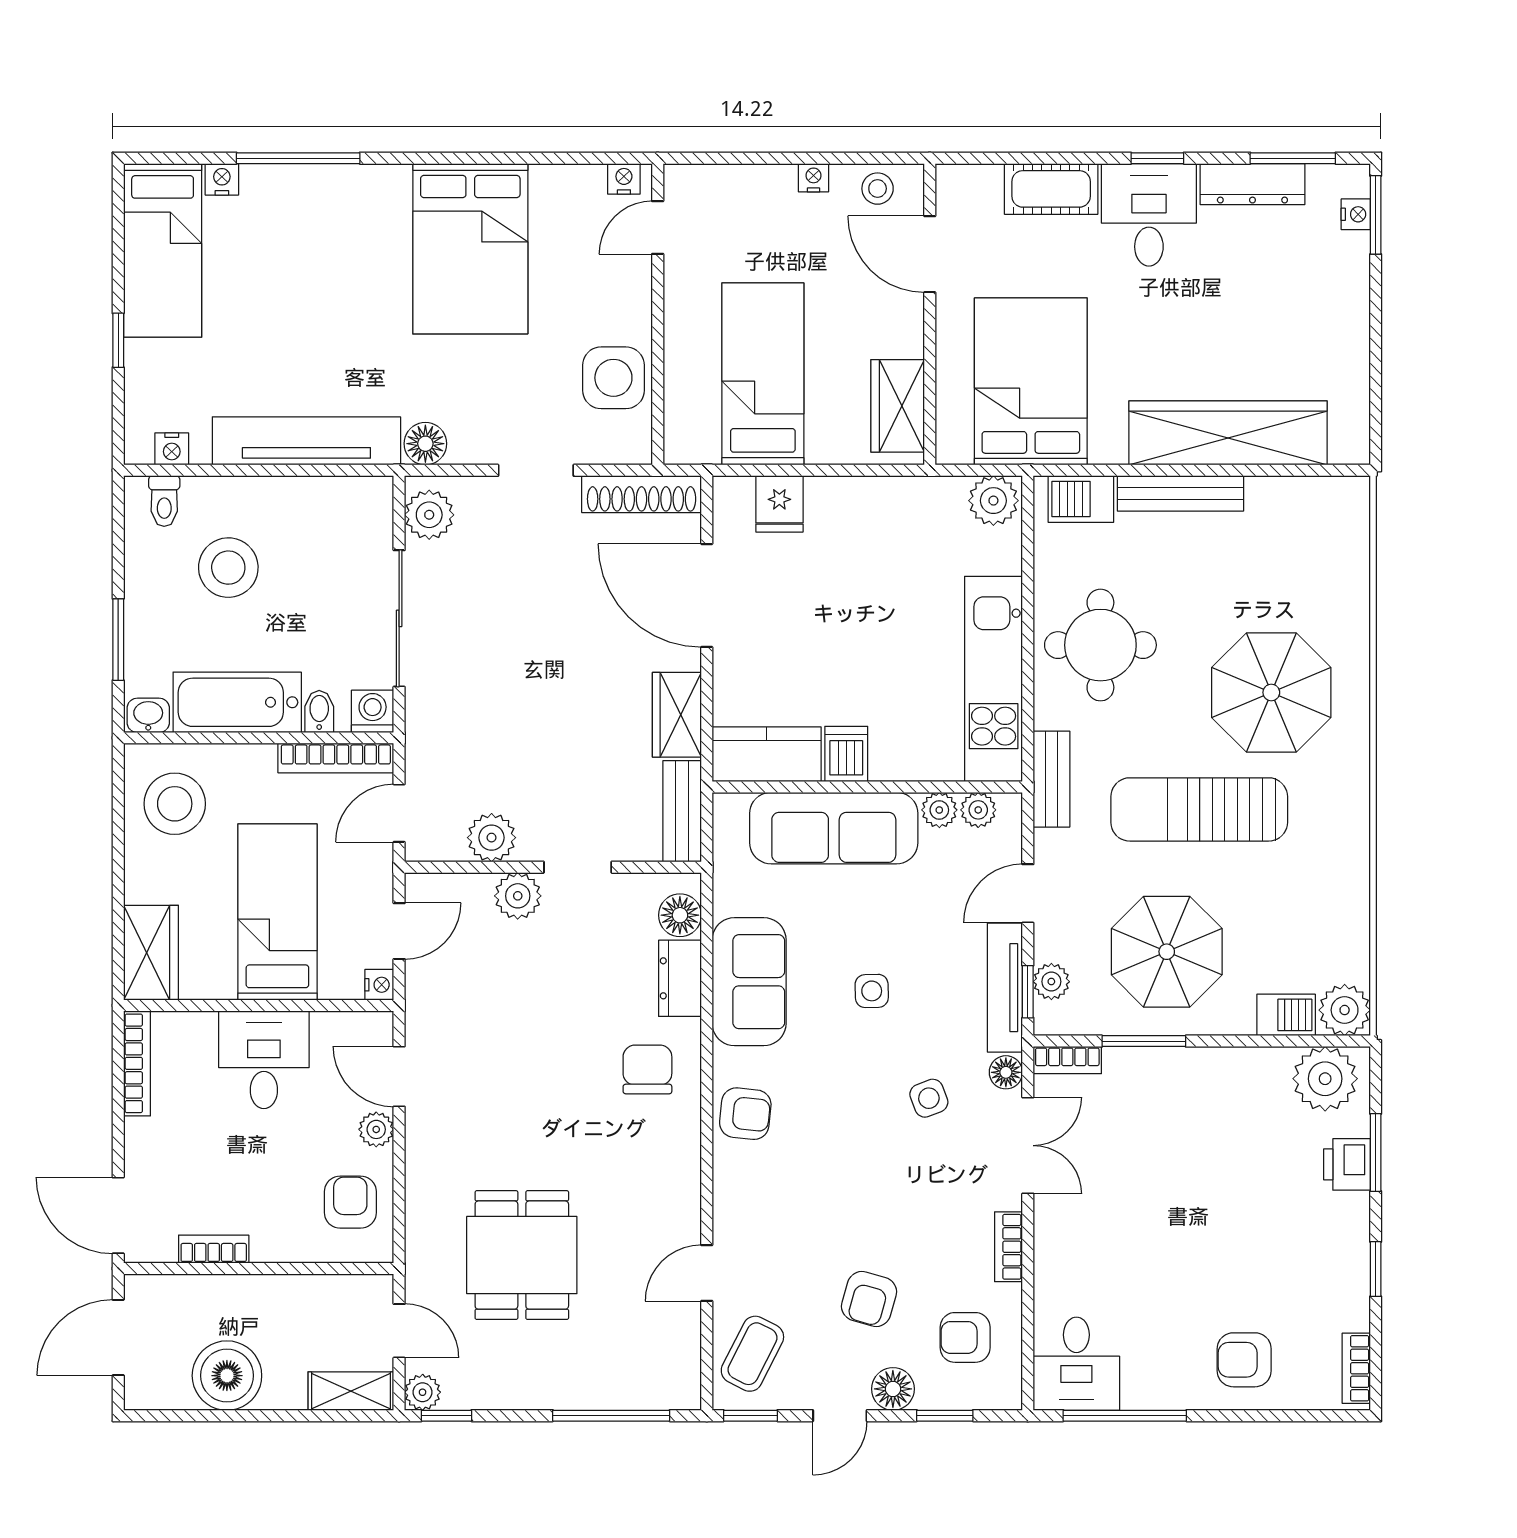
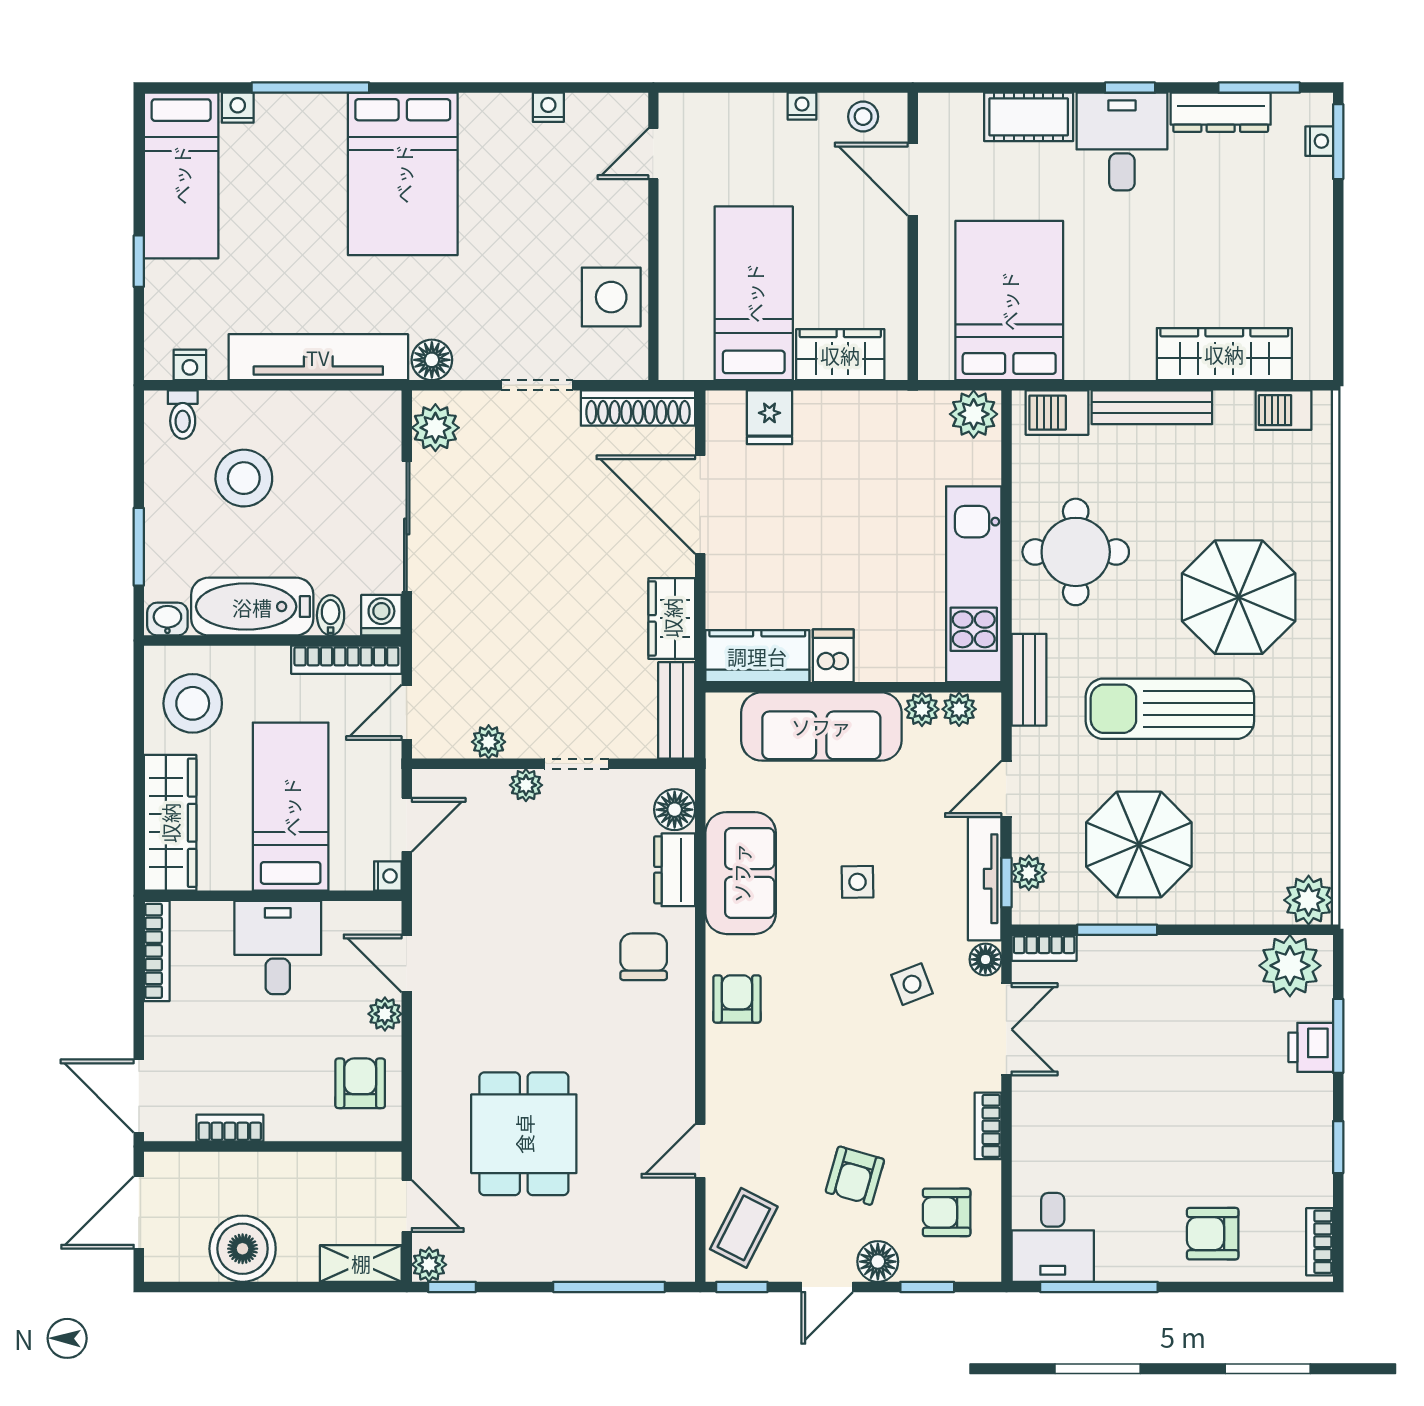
nightstand: (624, 179) -> (548, 107), moved
bed: (470, 249) -> (403, 174), moved
wardrobe: (898, 406) -> (840, 355), moved, turned 90
wardrobe: (1228, 433) -> (1224, 354), width x0.71, depth x0.85
plant: (492, 838) -> (489, 742), width x0.73, depth x0.73
plant: (518, 896) -> (526, 785), width x0.73, depth x0.73
wardrobe: (151, 953) -> (170, 823), width x1.50
barbecue: (1286, 1015) -> (1283, 410), moved, turned 180
armchair: (745, 1114) -> (737, 999), turned -96

